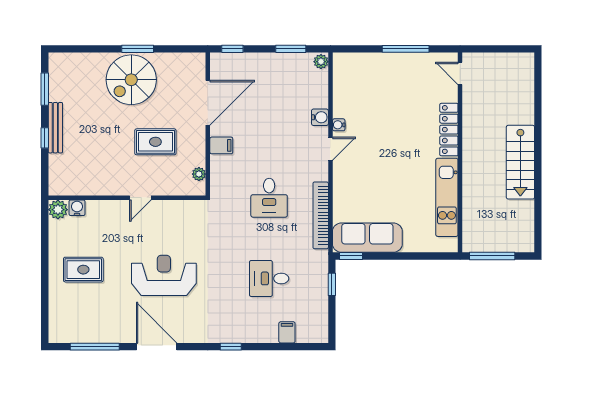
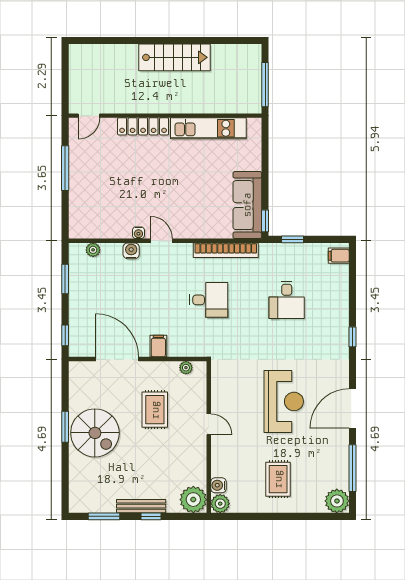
plant: (321, 62) -> (93, 250), moved
plant: (62, 182) -> (193, 500), added
reception desk: (164, 275) -> (284, 401), turned 180
plant: (61, 331) -> (337, 501), added
filing cabinet: (287, 332) -> (339, 256), moved

